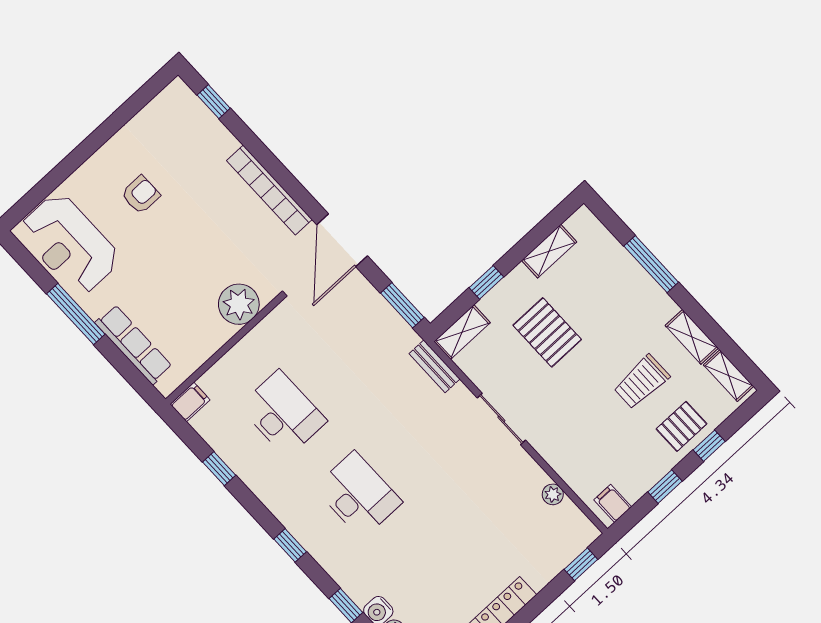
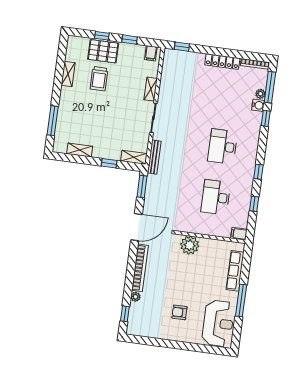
window: (651, 264) -> (53, 121), moved
pallet: (547, 332) -> (109, 127), removed
bench: (434, 366) -> (154, 157), width x1.36
shelving: (729, 376) -> (151, 89), moved
trolley: (641, 382) -> (99, 79), turned 90
pallet: (681, 426) -> (103, 51), width x1.50, depth x1.42
plant: (553, 494) -> (136, 297), moved
window: (290, 545) -> (258, 172), moved

